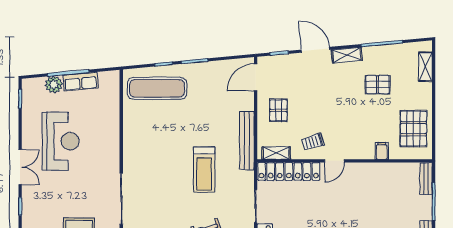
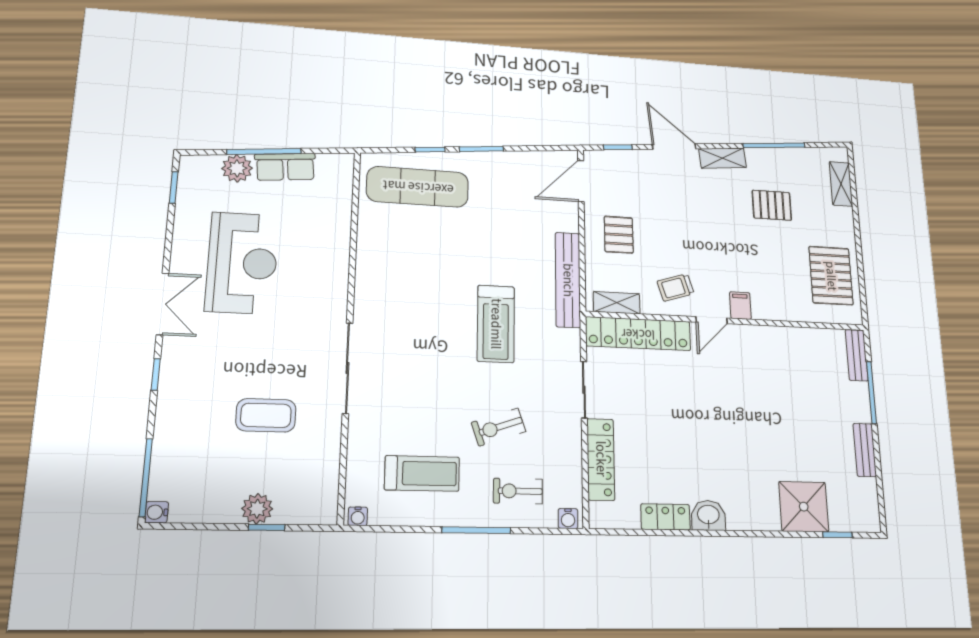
filing cabinet: (382, 151) -> (740, 306), moved

